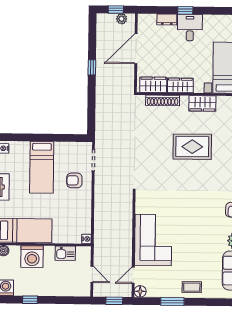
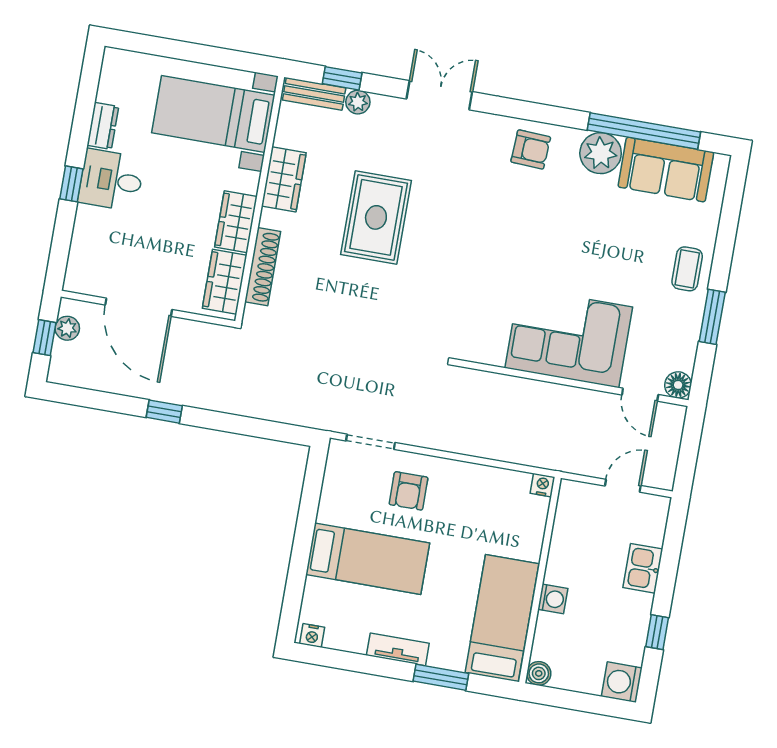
dresser: (167, 20) -> (103, 126), moved
kitchen sink: (65, 253) -> (643, 568), moved, turned 180
washing machine: (32, 257) -> (553, 599), width x0.53, depth x0.53
window: (114, 301) -> (690, 446), removed

